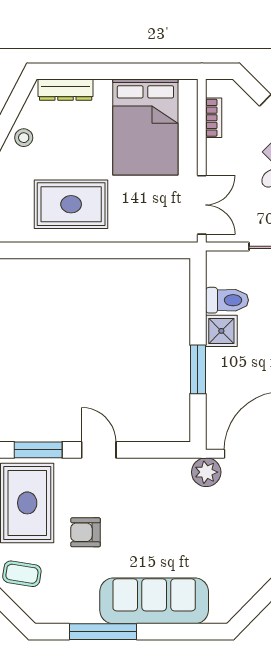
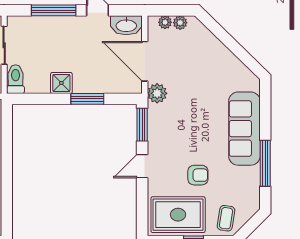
toilet: (227, 300) -> (16, 79), moved
window: (38, 450) -> (142, 125), moved
armchair: (86, 532) -> (198, 175), turned -90

